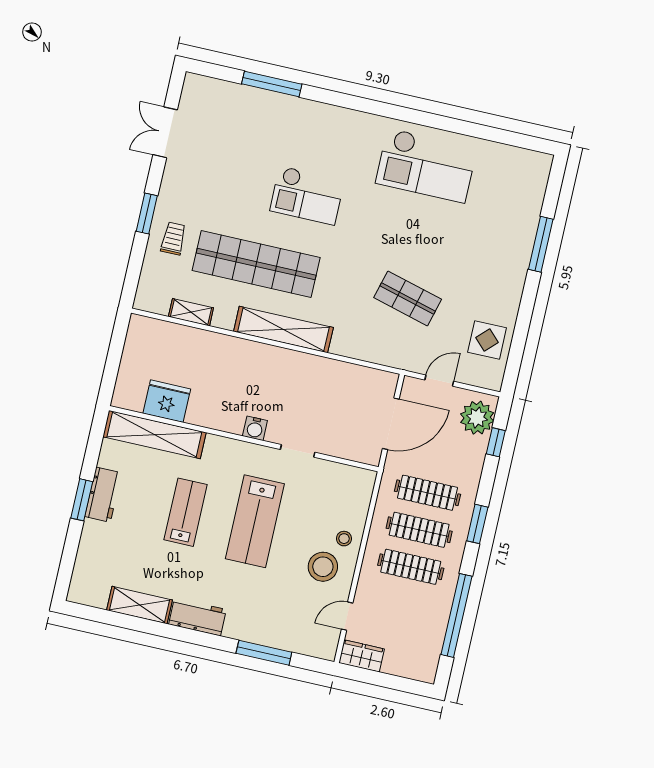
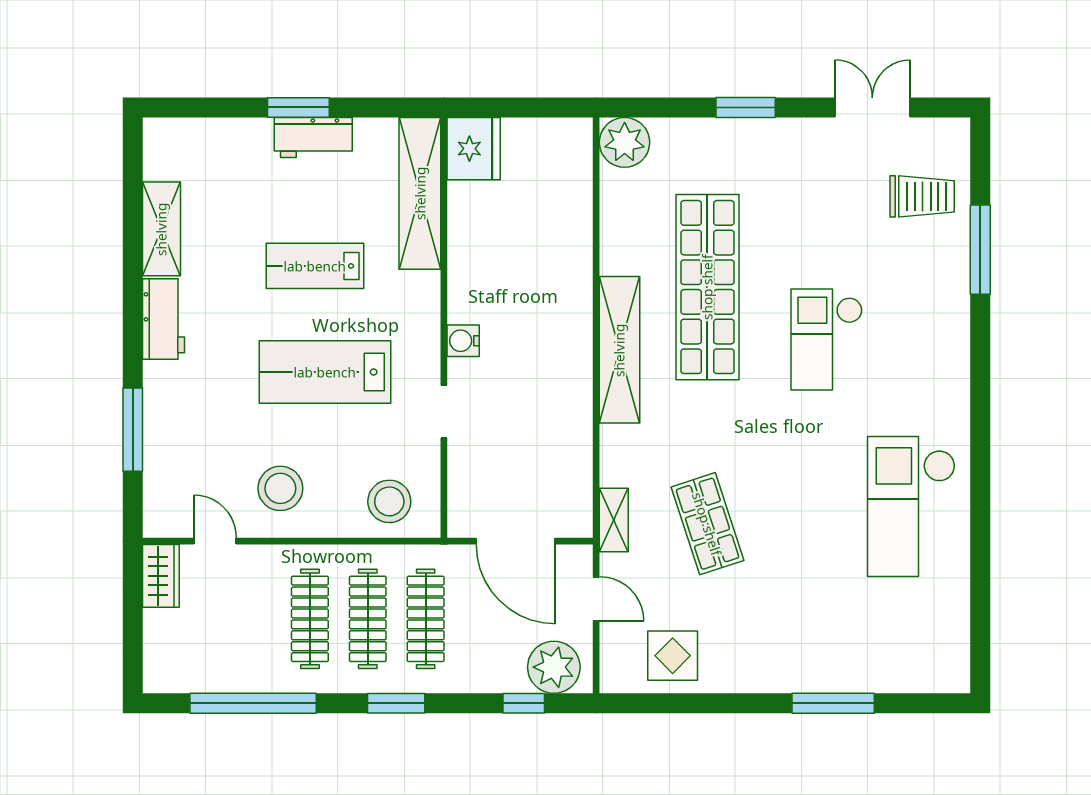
trolley: (173, 238) -> (922, 196), moved, width x1.36, depth x1.39
plant: (151, 296) -> (625, 142), added
shop shelf: (408, 298) -> (707, 524), turned -33
shelving: (191, 312) -> (614, 520), moved
fridge: (167, 401) -> (474, 149), moved
lab bench: (186, 512) -> (315, 266), turned 180
stool: (344, 539) -> (389, 501), moved, width x1.89, depth x1.89

